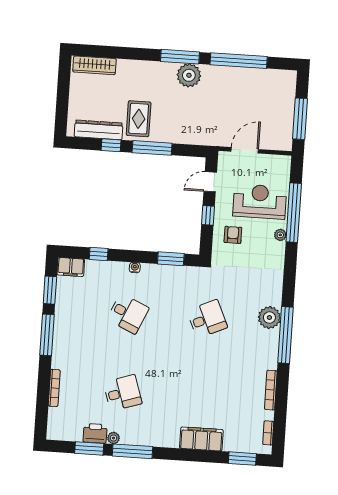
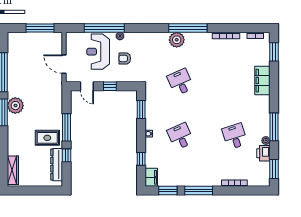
armchair: (233, 235) -> (125, 58), moved
desk: (128, 314) -> (180, 136), turned -48
window: (89, 448) -> (274, 169), moved

